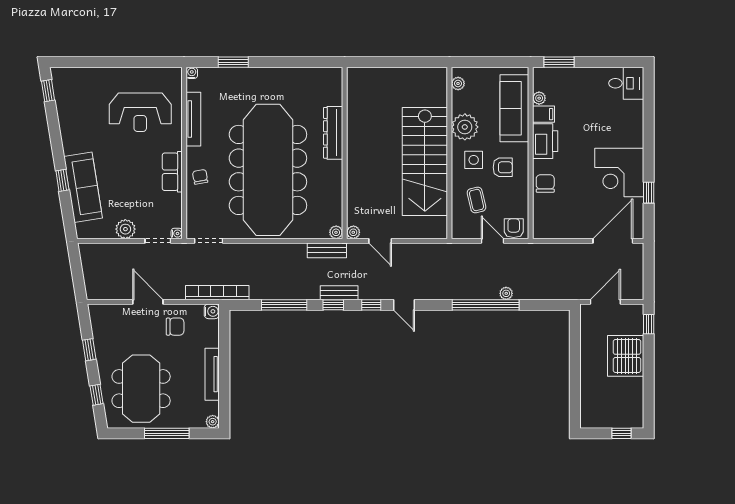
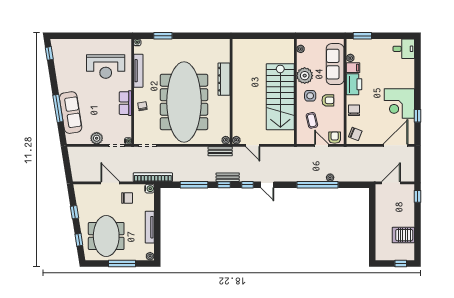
window: (62, 180) -> (58, 108), width x2.17
chair: (547, 222) -> (355, 134), added
server rack: (626, 356) -> (403, 235), moved, width x0.62

